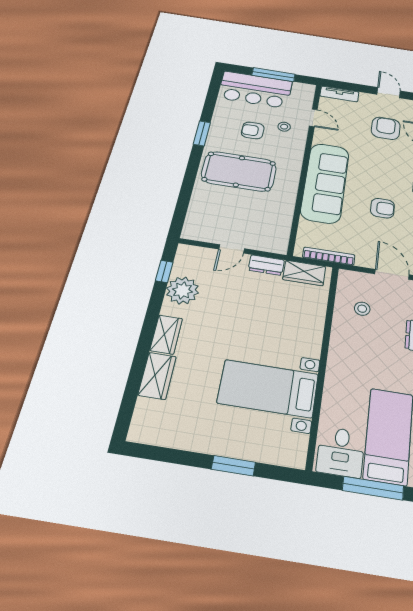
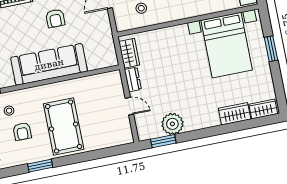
armchair: (382, 208) -> (55, 18), turned 180
bookcase: (329, 256) -> (110, 42), removed
window: (164, 271) -> (163, 141), width x1.50
wardrobe: (166, 334) -> (263, 109), moved
bed with nightstands: (268, 388) -> (227, 45), width x1.36

